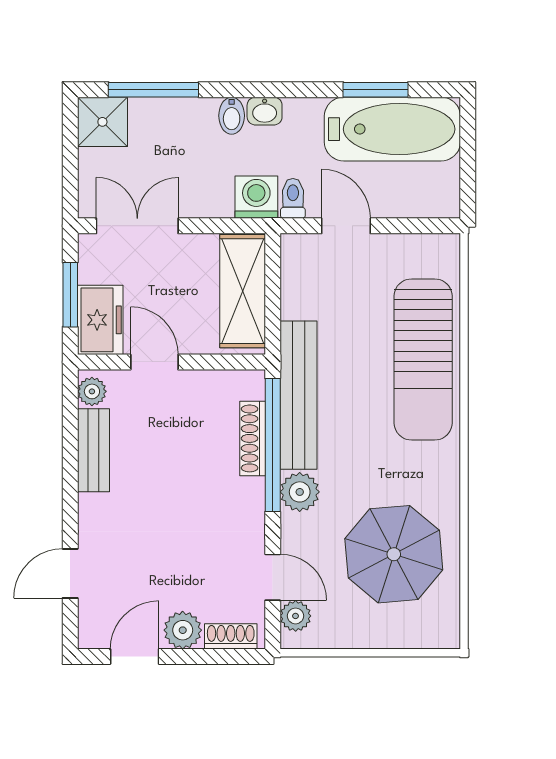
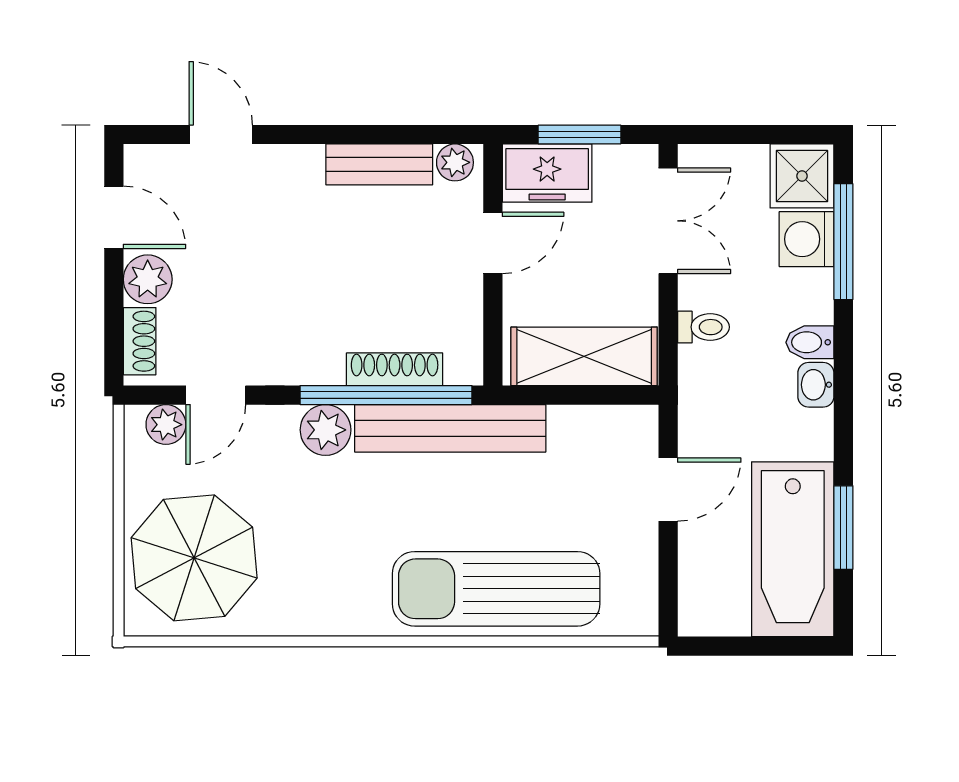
washing machine: (256, 197) -> (807, 239), moved, turned 180
toilet: (293, 198) -> (703, 327), moved
parasol: (394, 554) -> (194, 558), moved

